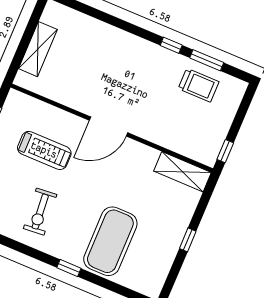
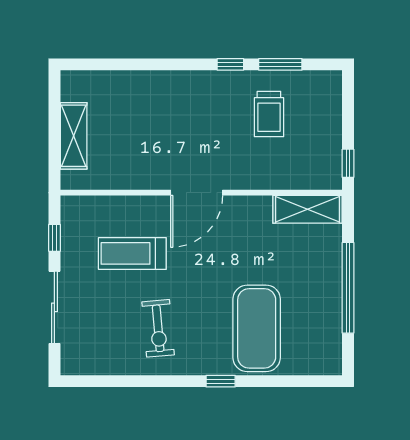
trolley: (199, 85) -> (269, 114), moved, turned 90
treadmill: (44, 150) -> (132, 253), turned 180
window: (188, 240) -> (348, 288), width x3.17

